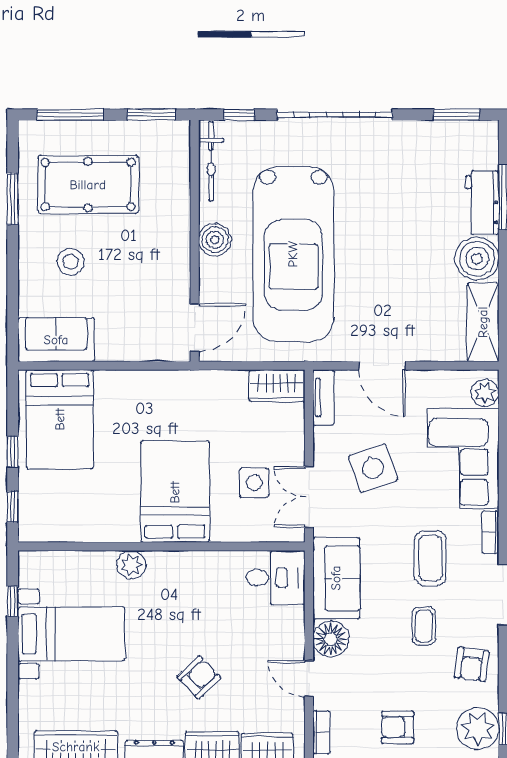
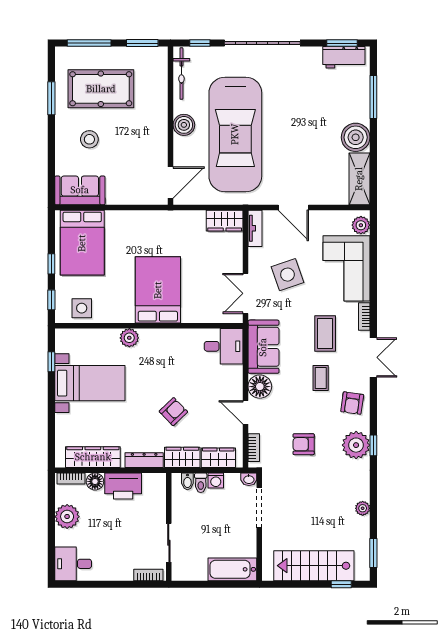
workbench: (482, 203) -> (344, 57), moved, turned -90
side table: (254, 483) -> (82, 308), moved

